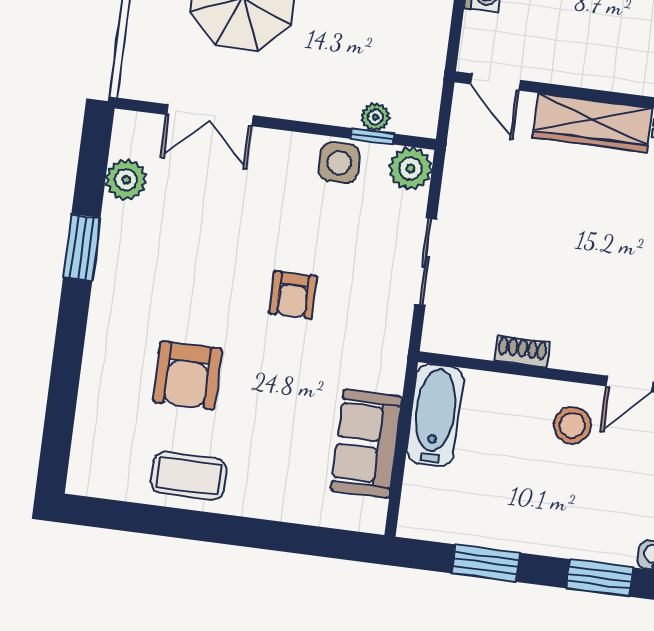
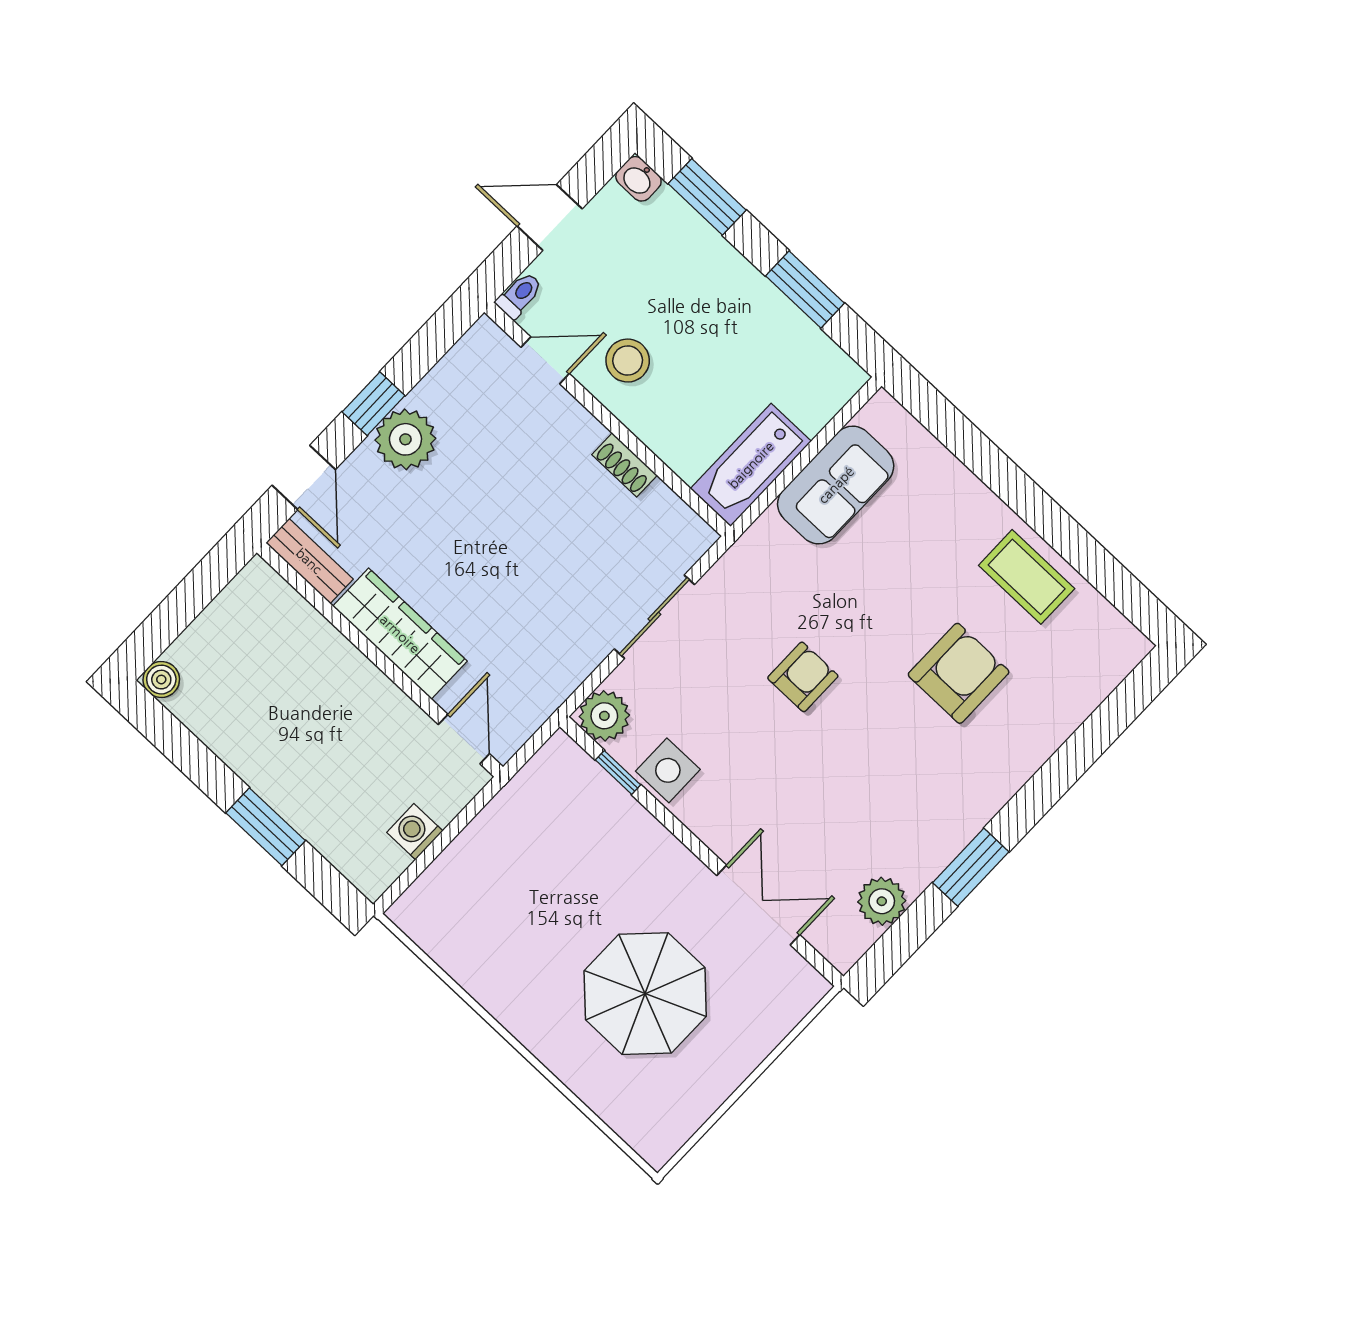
plant: (375, 117) -> (602, 789), removed

